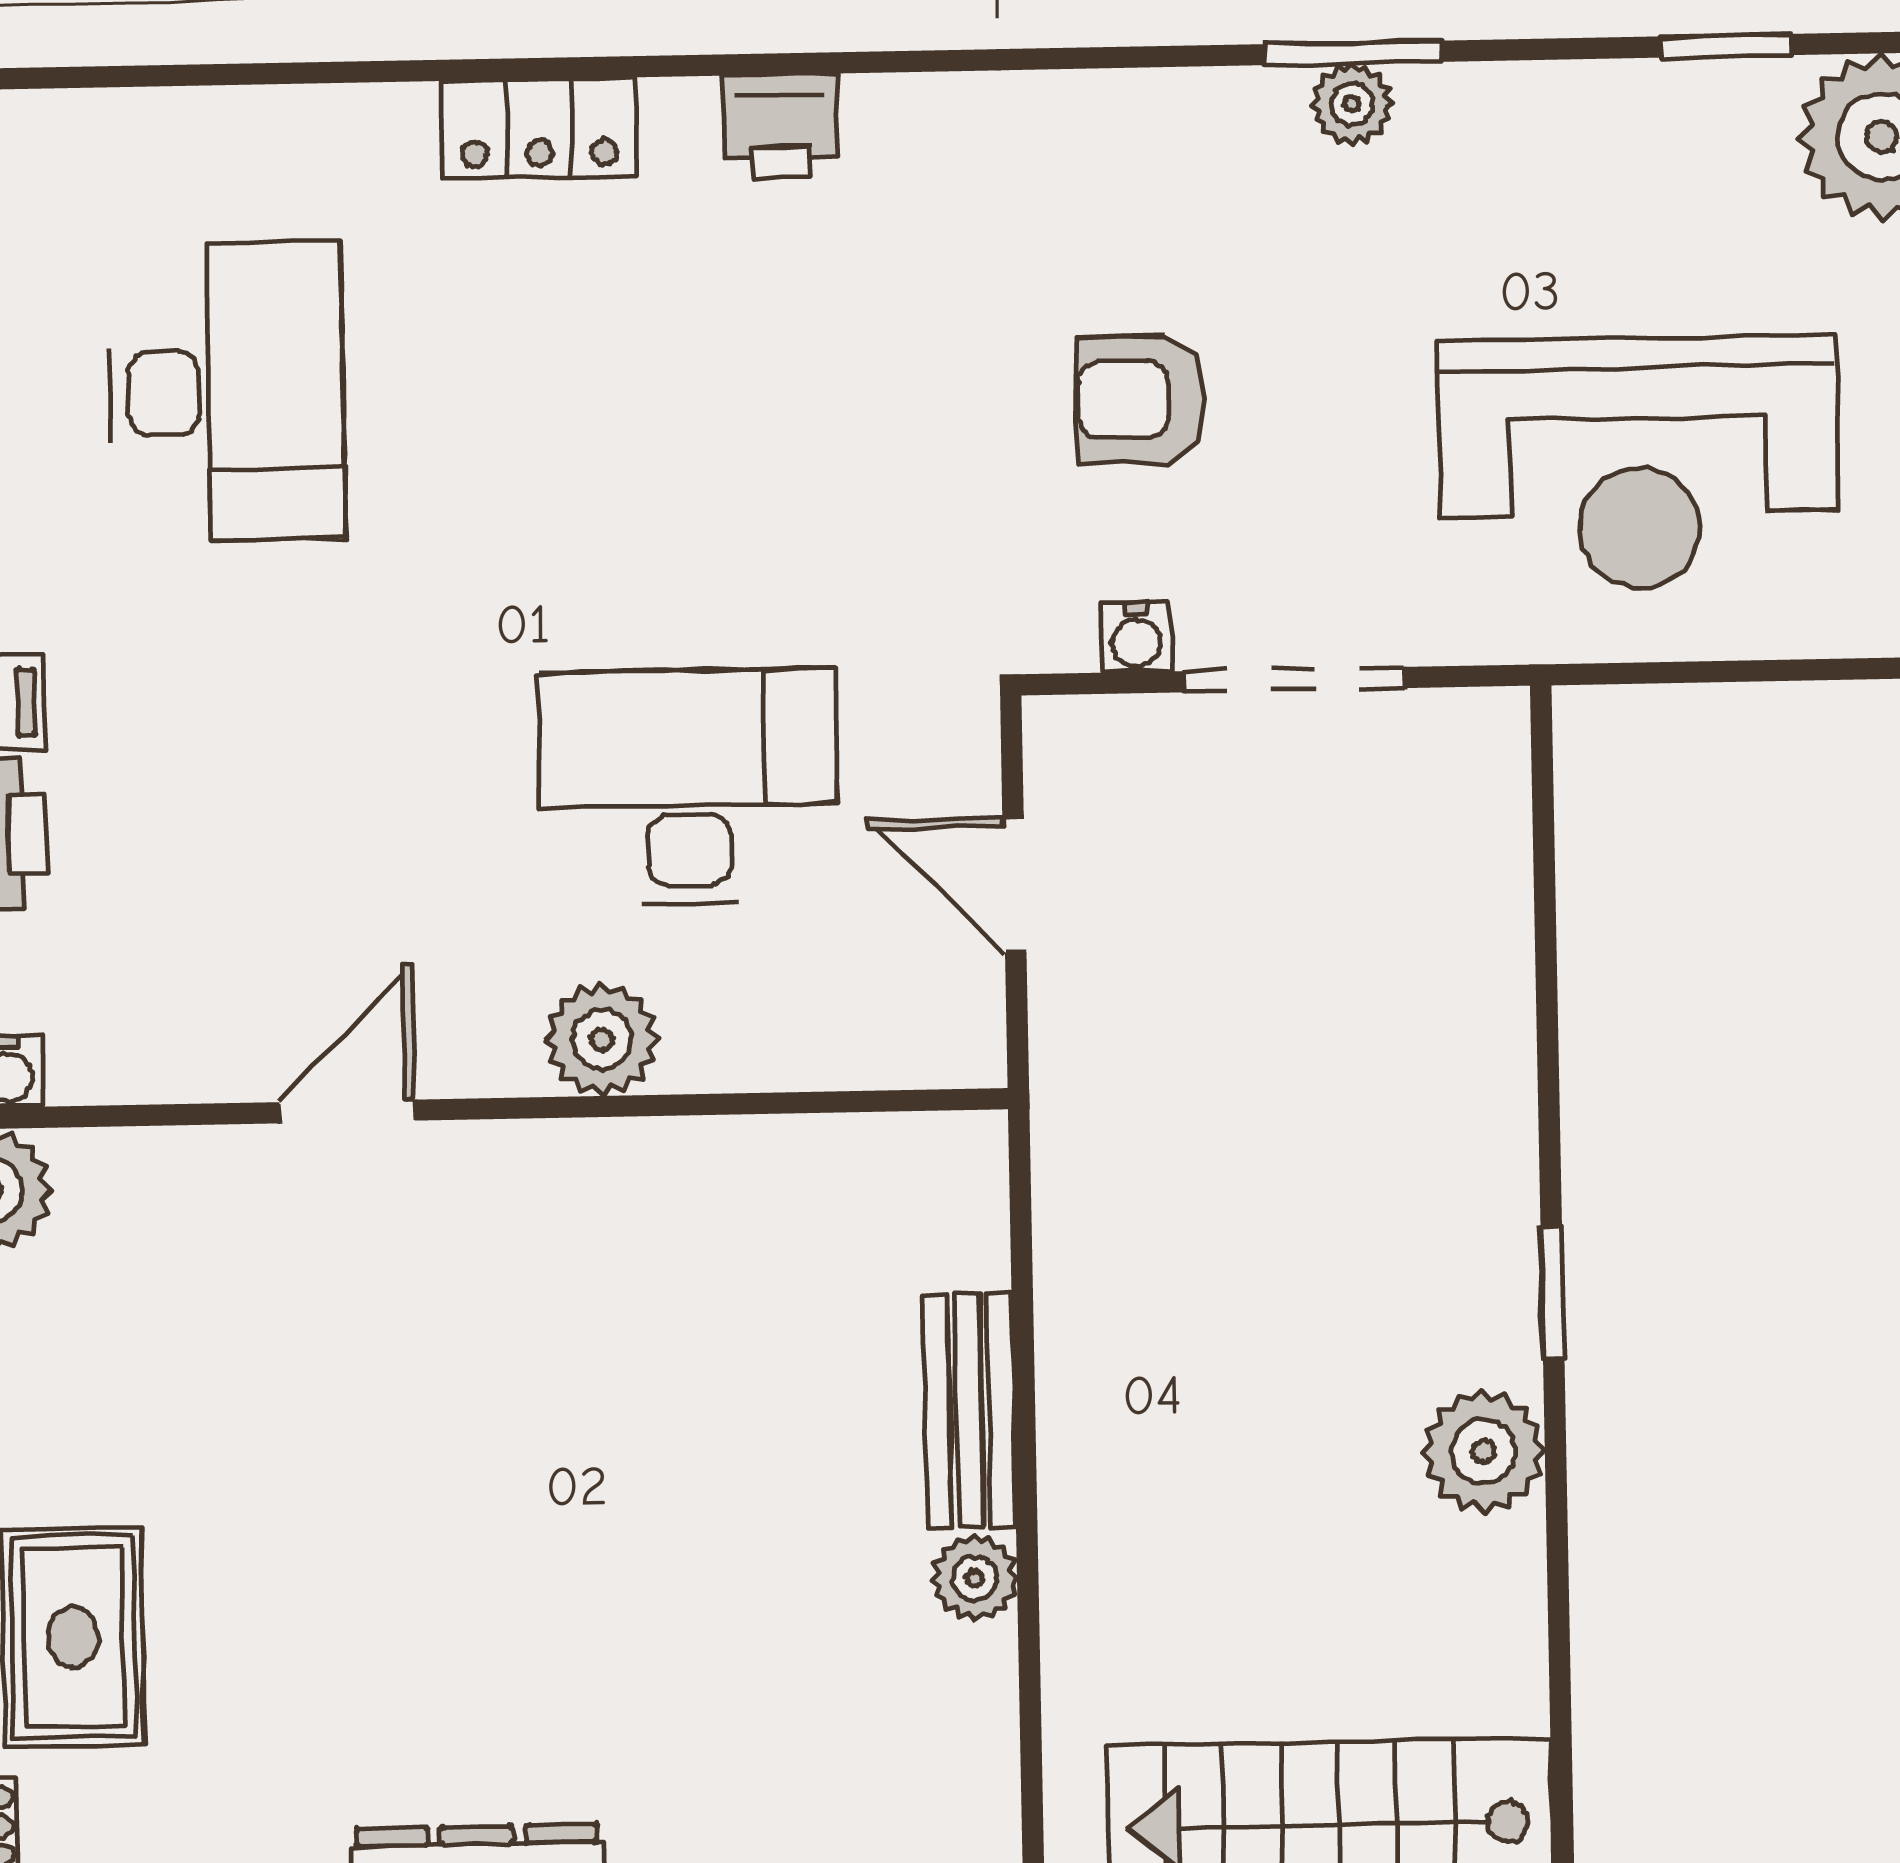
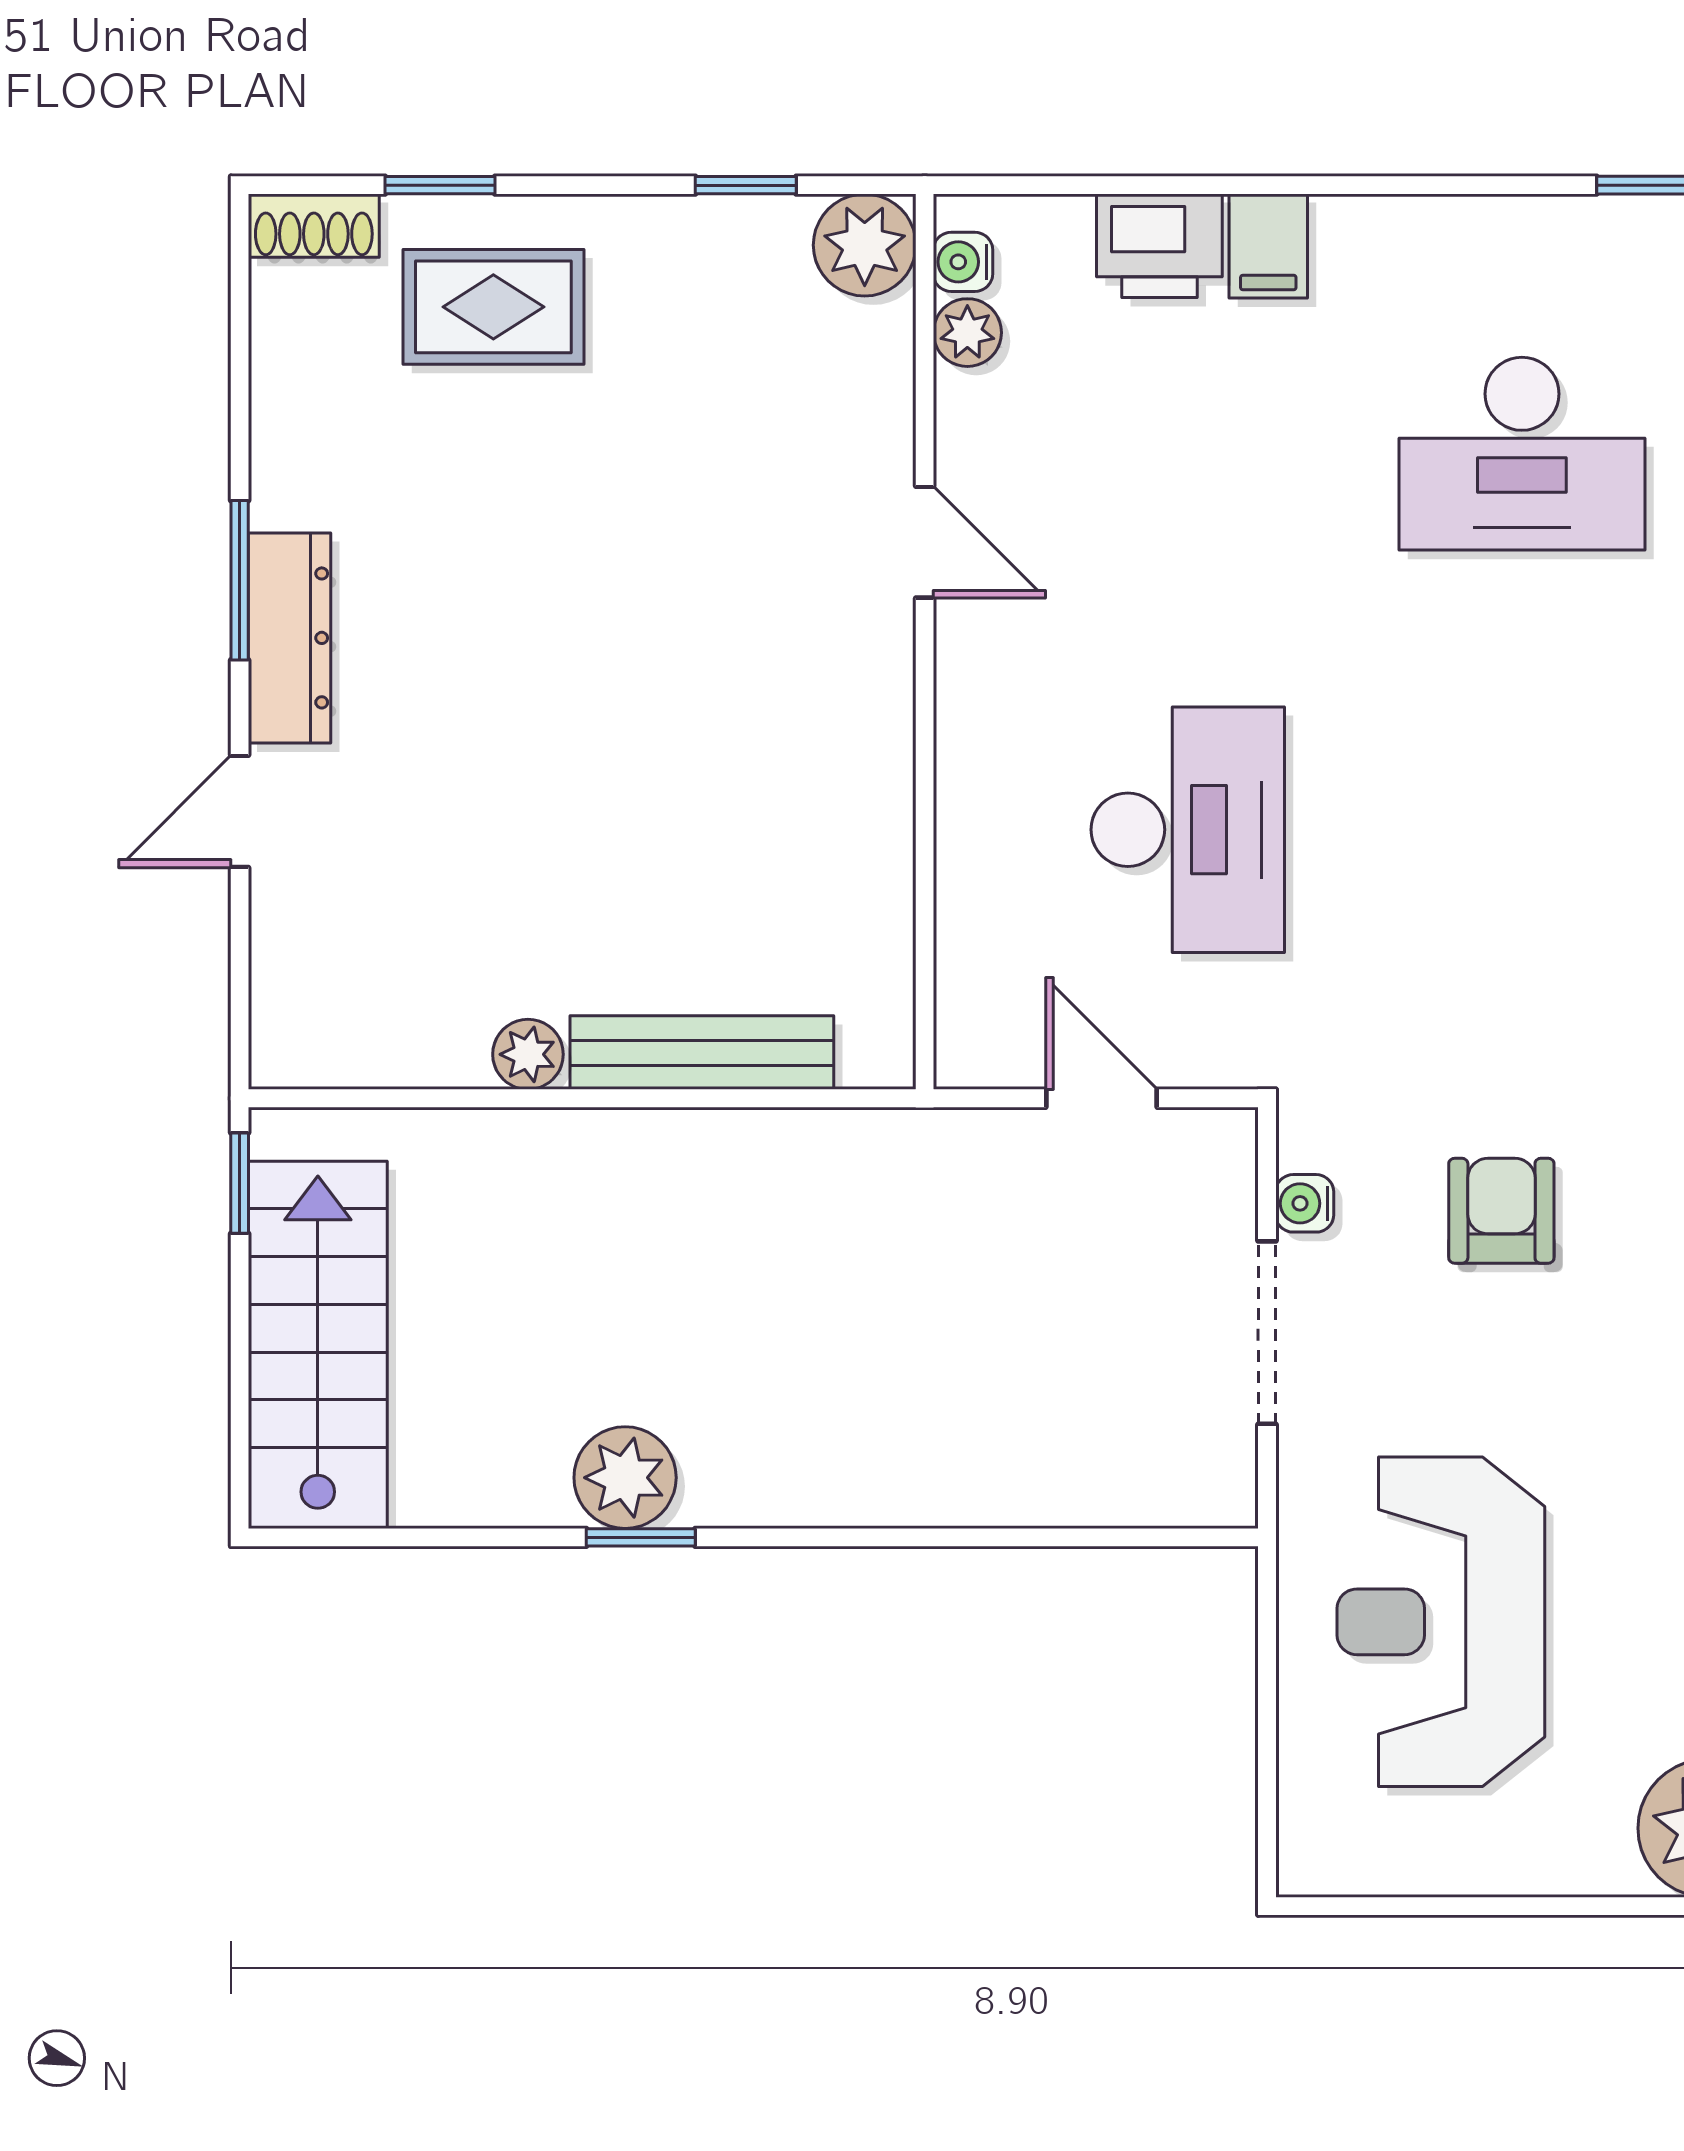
door: (1014, 885) -> (1101, 1098), hinge flipped
plant: (602, 1039) -> (967, 333), moved, width x0.73, depth x0.73
window: (1552, 1293) -> (641, 1537), moved
bench: (969, 1411) -> (702, 1053), width x1.36

